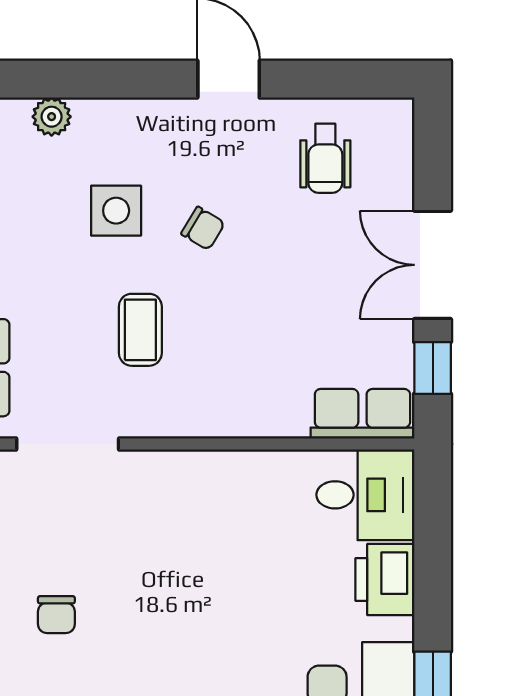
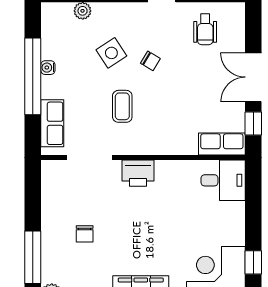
side table: (116, 211) -> (111, 53), turned -33
printer: (385, 580) -> (138, 173), moved, turned -90

